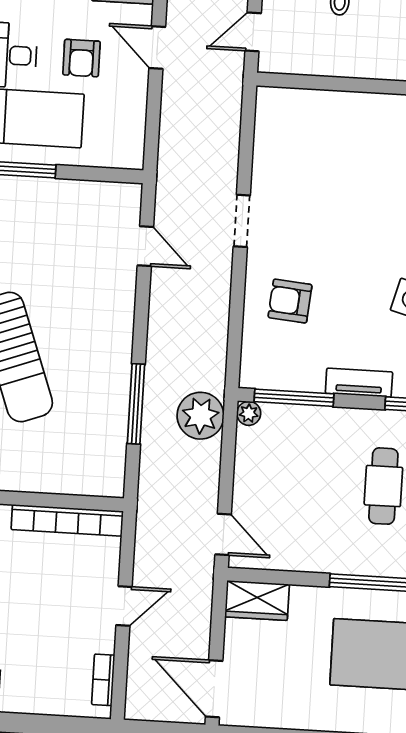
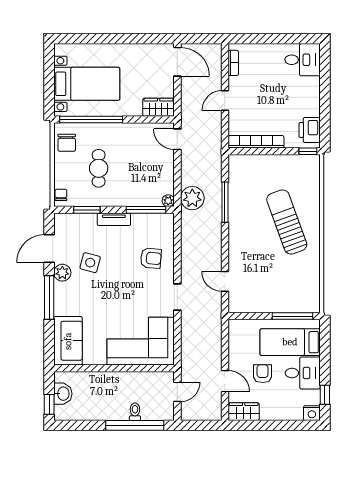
corner sofa: (320, 137) -> (141, 341), added

